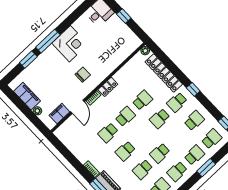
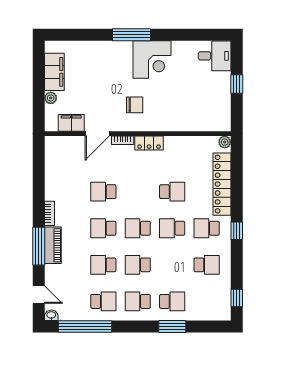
window: (28, 60) -> (92, 35), removed
school desk: (125, 117) -> (138, 228), moved, turned 180
school desk: (212, 139) -> (207, 301), removed

